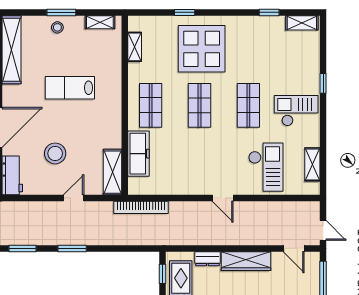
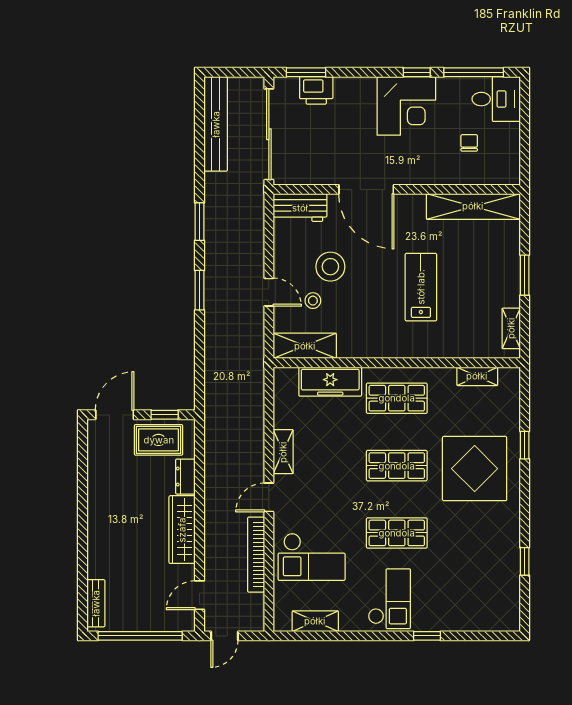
shelving: (302, 23) -> (283, 452), moved
stool: (57, 27) -> (313, 301), moved
bookcase: (141, 207) -> (256, 555), moved

